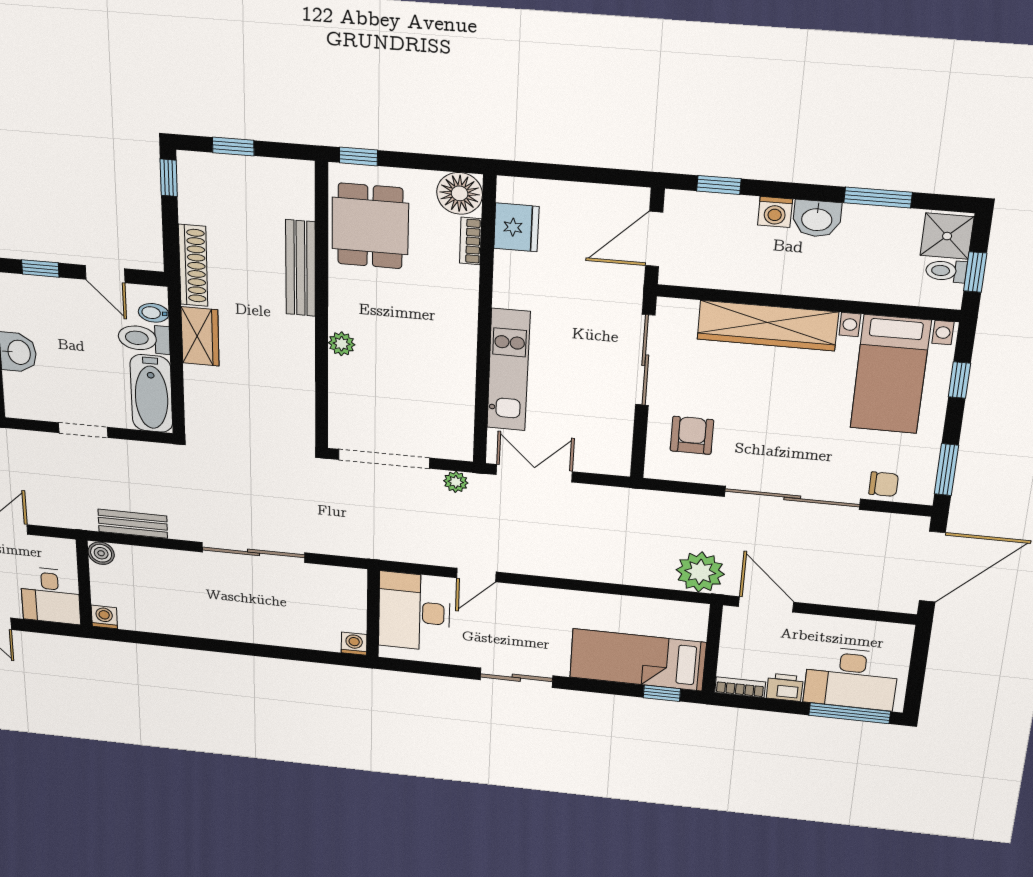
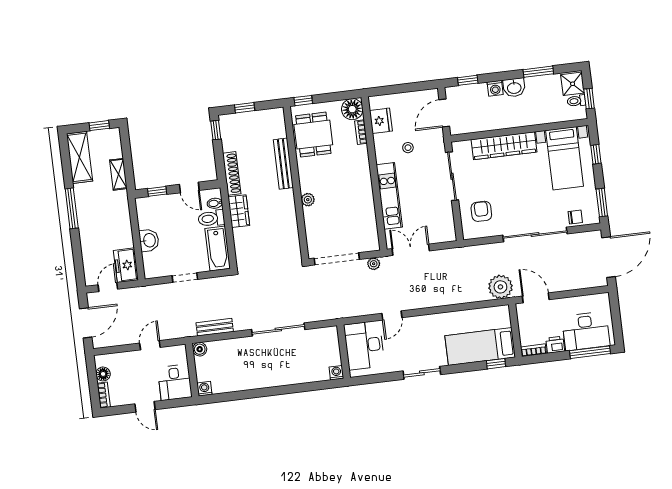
stool: (564, 289) -> (408, 148), added

